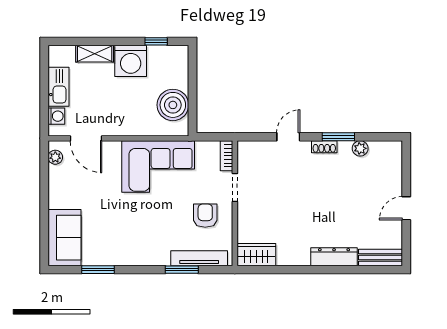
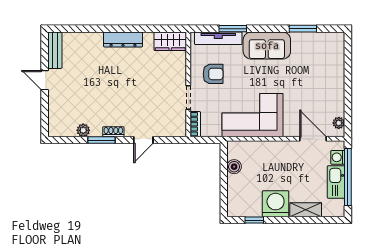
window: (44, 93) -> (348, 177), added
boiler: (173, 105) -> (234, 167), width x0.54, depth x0.54
door: (406, 208) -> (45, 80), swing flipped
armchair: (205, 216) -> (213, 74), turned -90
sofa: (64, 238) -> (267, 46), moved, turned -90
dresser: (334, 257) -> (123, 39), moved
bench: (381, 257) -> (55, 50), moved, turned 90

